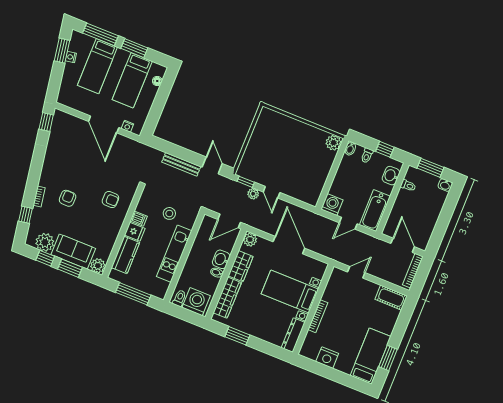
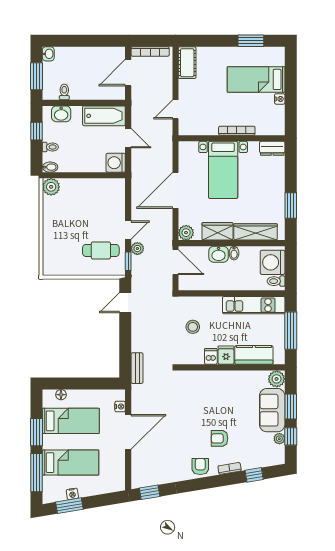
cafe table: (264, 163) -> (101, 250), added
bench: (181, 164) -> (137, 368), moved, width x0.73
armchair: (110, 200) -> (200, 466), moved
plant: (45, 242) -> (279, 439), width x0.53, depth x0.53
kitchen unit: (174, 254) -> (254, 305), moved
door: (356, 272) -> (175, 109), hinge flipped
dresser: (293, 335) -> (272, 148), width x0.70
bed: (371, 356) -> (256, 79), moved
nightstand: (327, 358) -> (280, 99), width x0.53, depth x0.56

